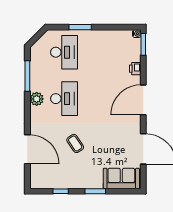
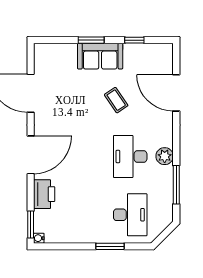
desk: (64, 52) -> (130, 215), turned 180
printer: (135, 69) -> (44, 194), width x1.87, depth x1.48
sofa: (121, 178) -> (100, 56), moved

